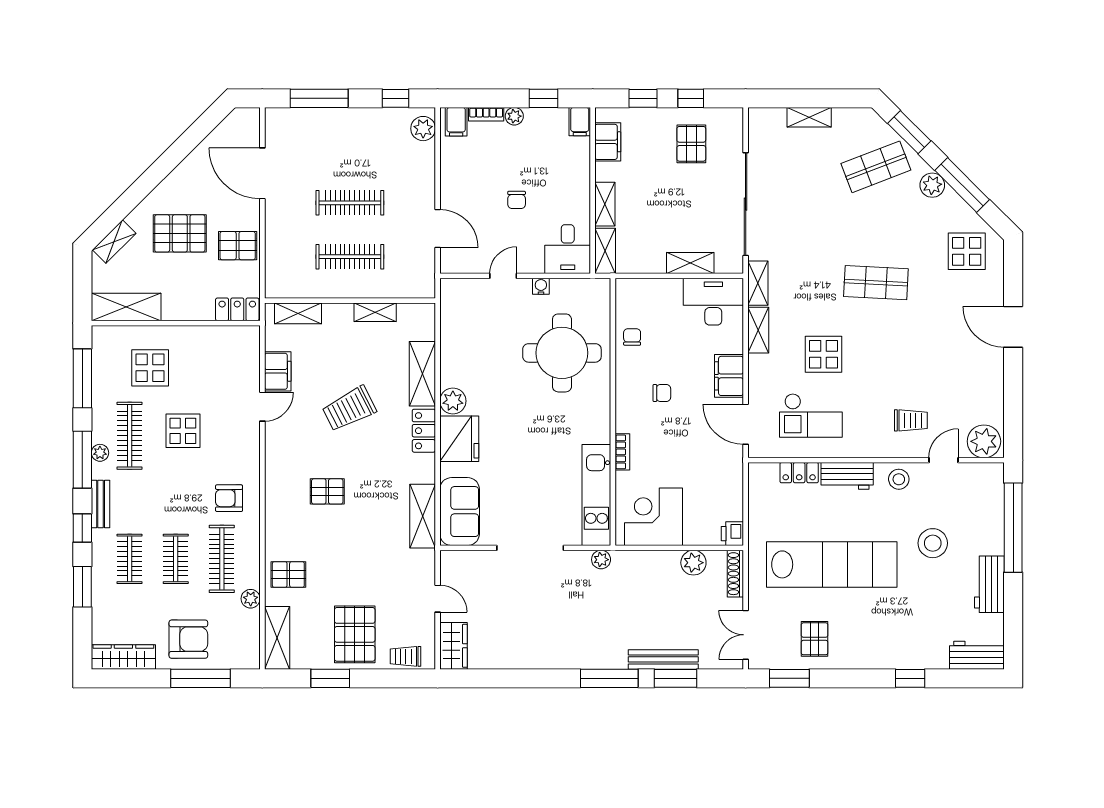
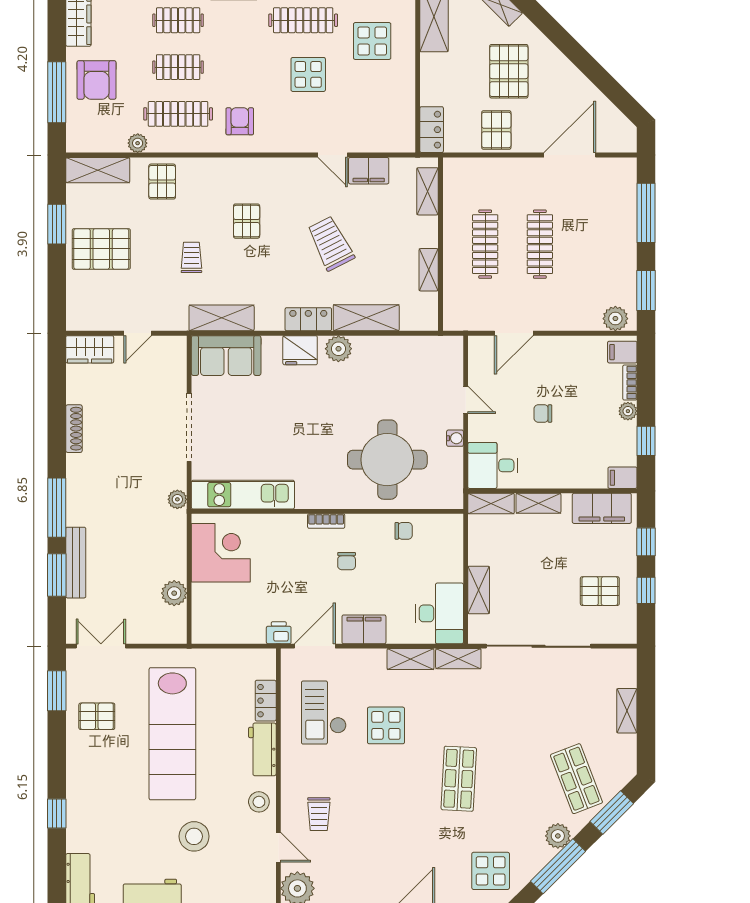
window: (395, 98) -> (646, 290), width x1.50
filing cabinet: (608, 142) -> (602, 508), width x1.50, depth x1.17
fridge: (459, 439) -> (300, 350), width x0.73, depth x0.75
bookcase: (622, 452) -> (326, 521), moved
printer: (732, 534) -> (279, 633), moved
shoe rack: (735, 574) -> (74, 429), moved, turned 90
trolley: (406, 656) -> (191, 257), moved

